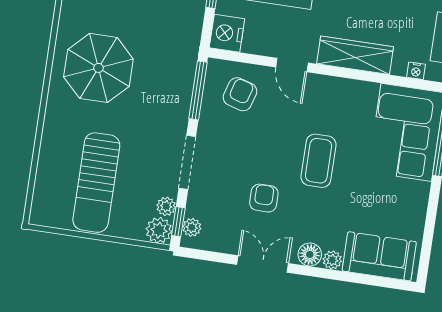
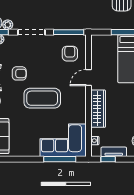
nightstand: (227, 33) -> (100, 42), removed
armchair: (240, 94) -> (70, 54), turned -106
coffee table: (319, 161) -> (42, 98), width x1.36, depth x1.32

